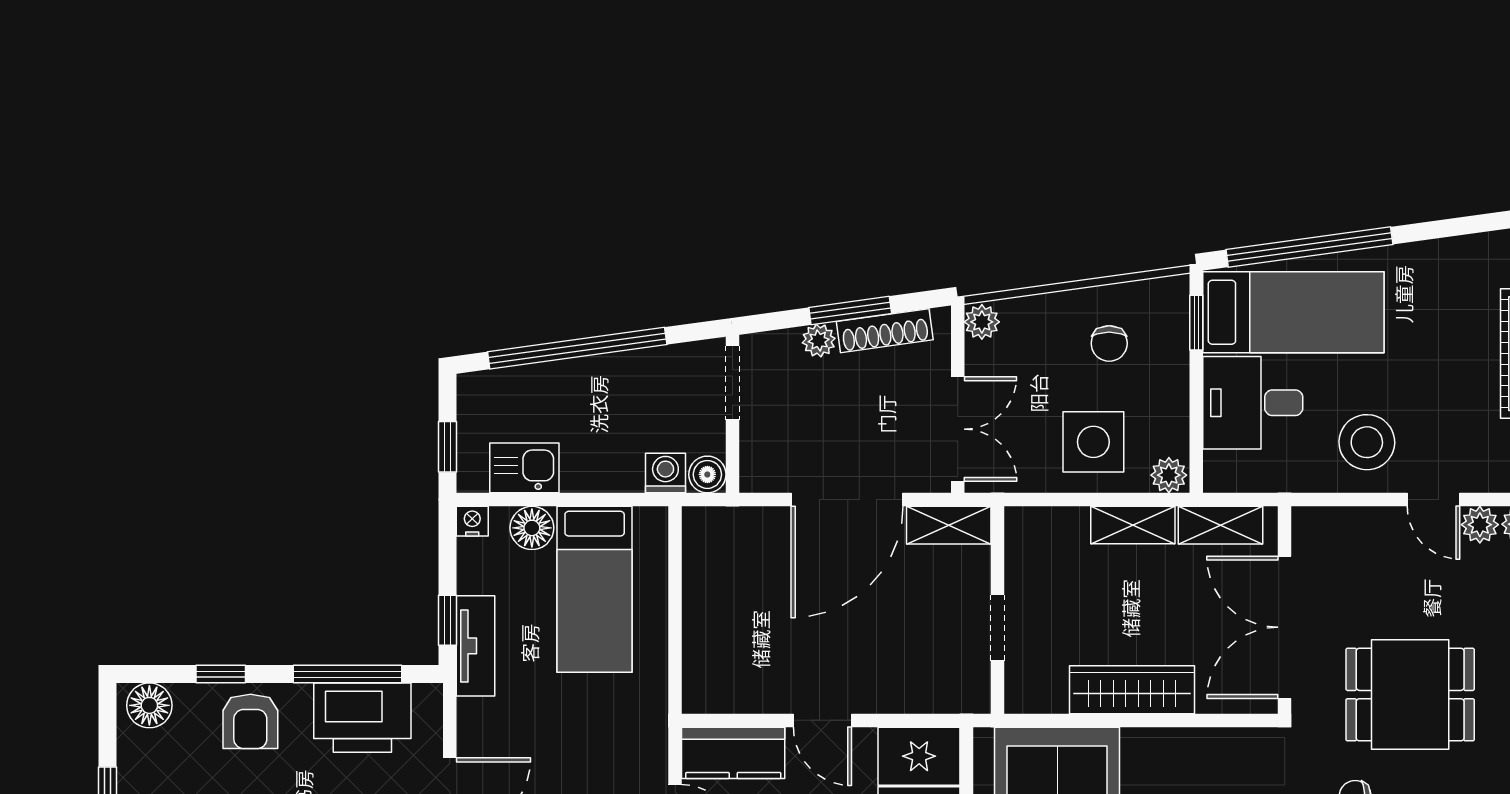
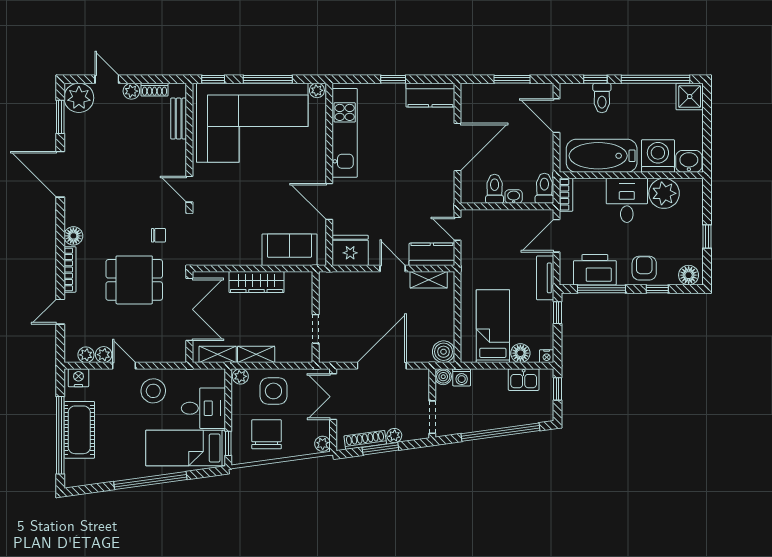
window: (1309, 247) -> (150, 481), moved
chair: (1109, 343) -> (267, 434), width x1.87, depth x1.87
shelving: (949, 525) -> (429, 280), moved
boiler: (707, 531) -> (444, 352), added
doorway: (998, 628) -> (316, 329), moved
tv unit: (476, 646) -> (545, 278), moved

